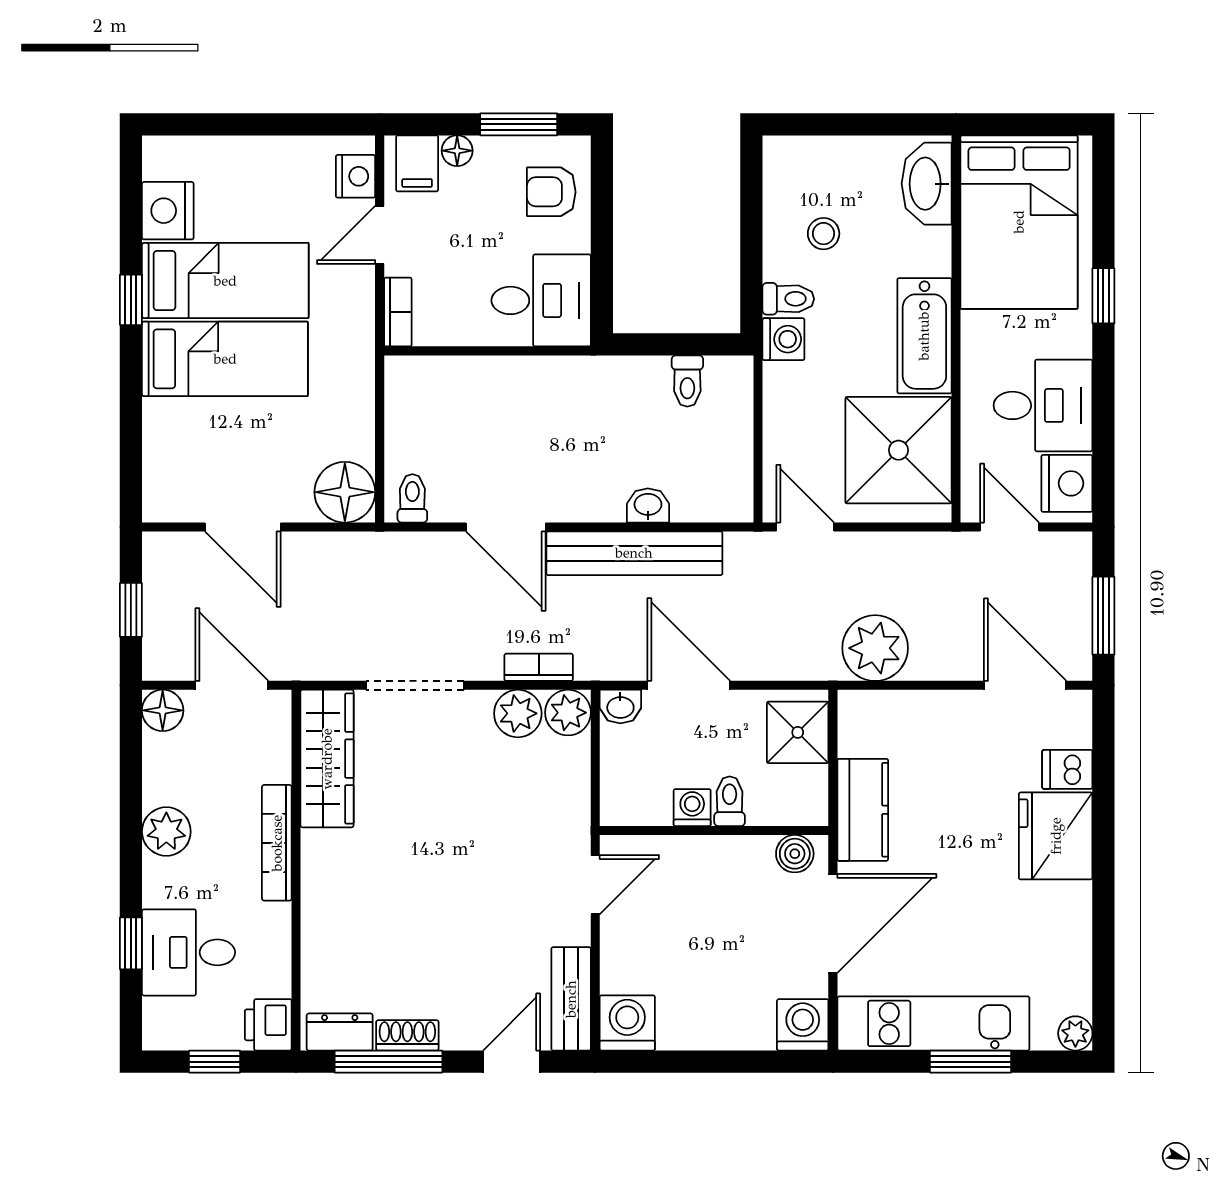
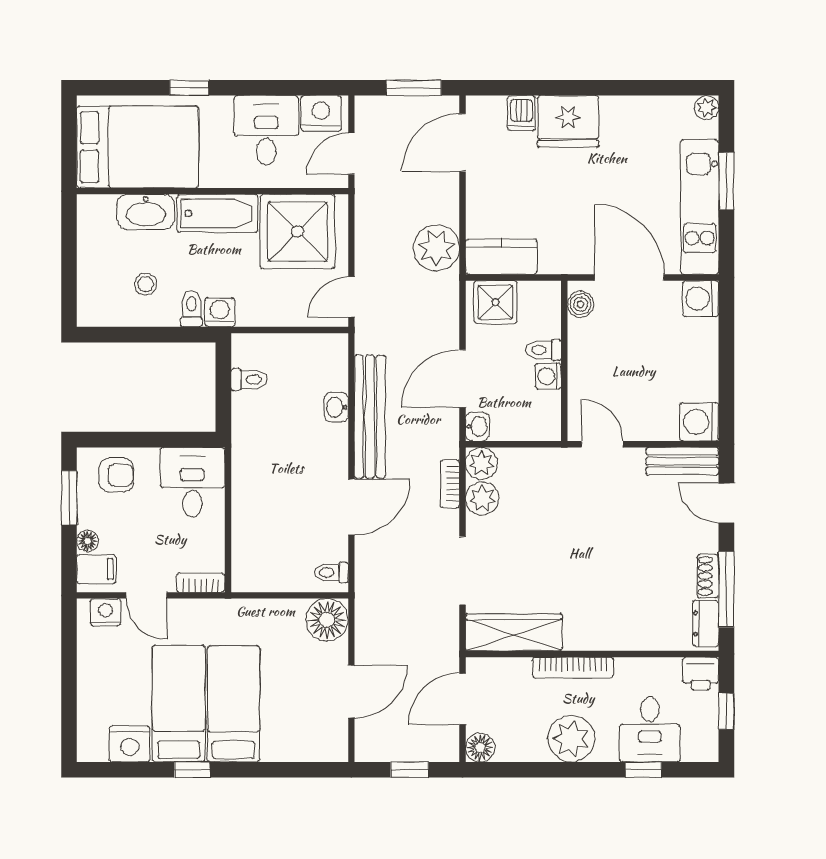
washbasin: (927, 184) -> (146, 212), moved
armchair: (551, 192) -> (116, 475), turned -89
kitchen counter: (863, 810) -> (501, 257), moved
plant: (166, 832) -> (571, 739), width x1.36, depth x1.36

